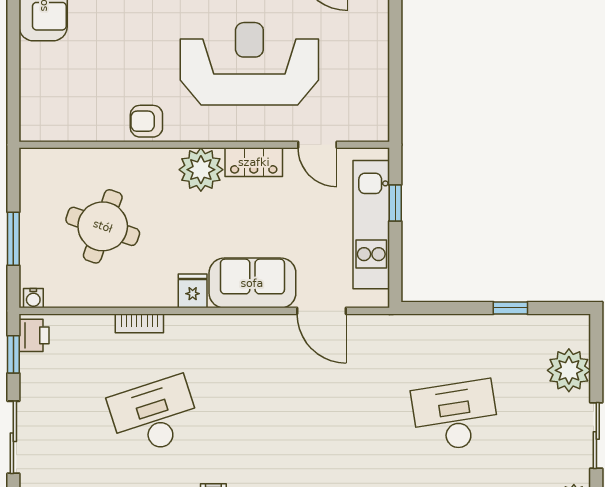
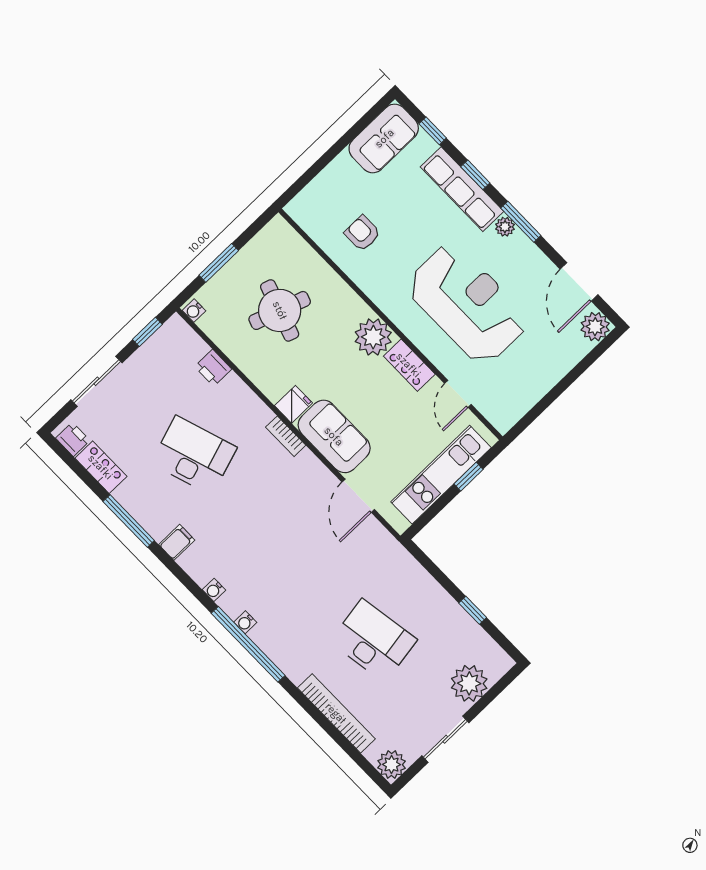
armchair: (146, 121) -> (362, 233), moved
bookcase: (139, 323) -> (286, 436), moved
printer: (34, 335) -> (213, 368), moved, turned 90

